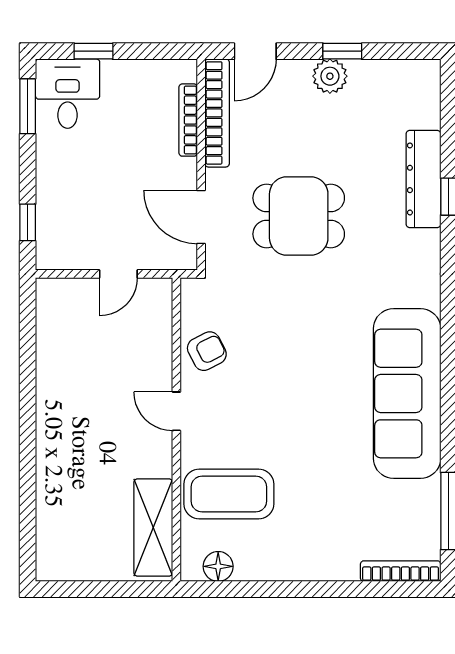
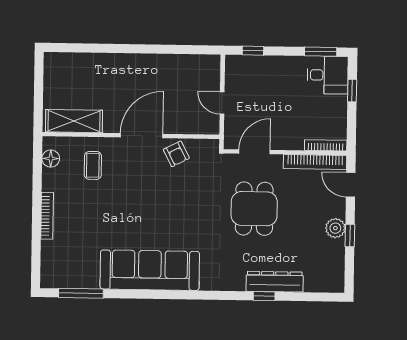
bookcase: (188, 120) -> (326, 145), moved
door: (176, 411) -> (142, 136), width x1.88
coffee table: (229, 494) -> (93, 165), width x0.54, depth x0.58
bookcase: (401, 571) -> (47, 216), moved

